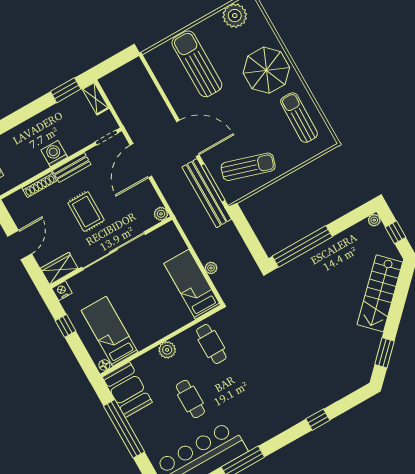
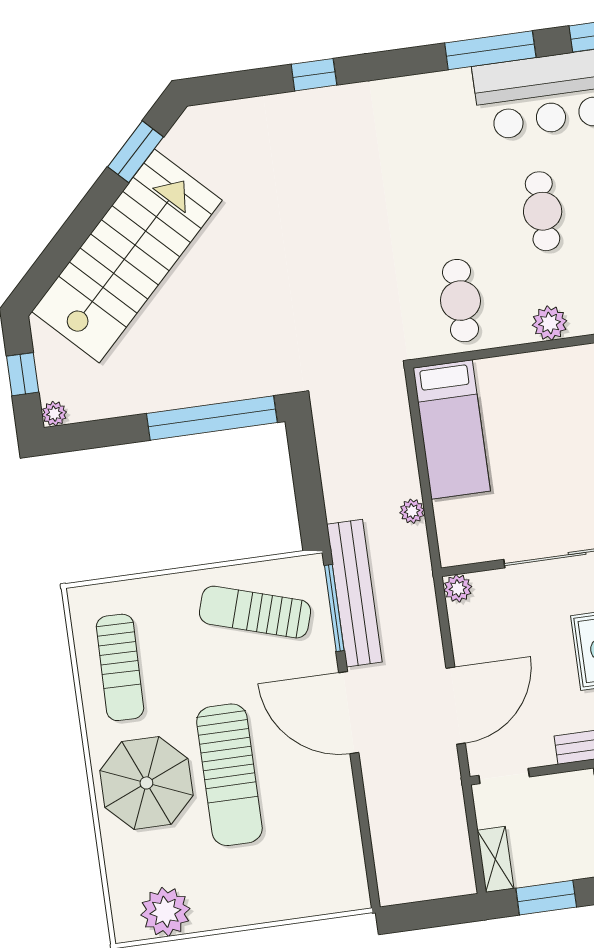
sun lounger: (197, 64) -> (229, 775), moved
plant: (211, 268) -> (412, 511), moved
stairs: (380, 293) -> (127, 256), width x1.36, depth x1.51

